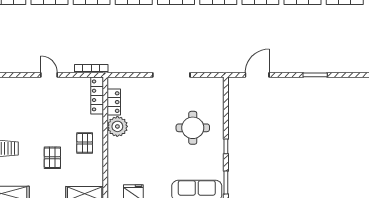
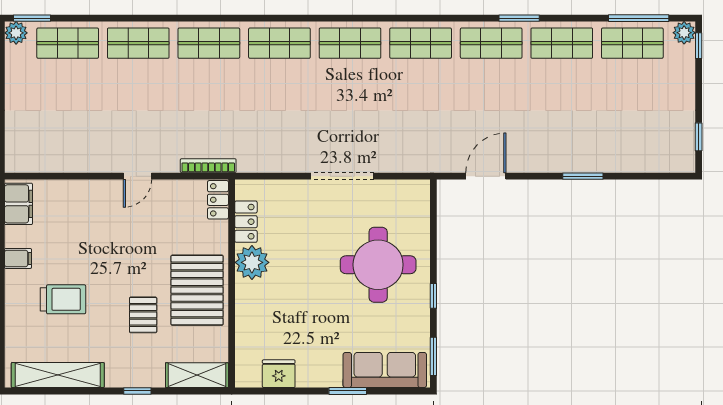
door: (49, 75) -> (138, 176), swing flipped
locker: (97, 95) -> (218, 200), width x0.66
round table: (193, 128) -> (378, 265), width x1.36, depth x1.36
pallet: (85, 143) -> (197, 290), width x2.05, depth x2.00

